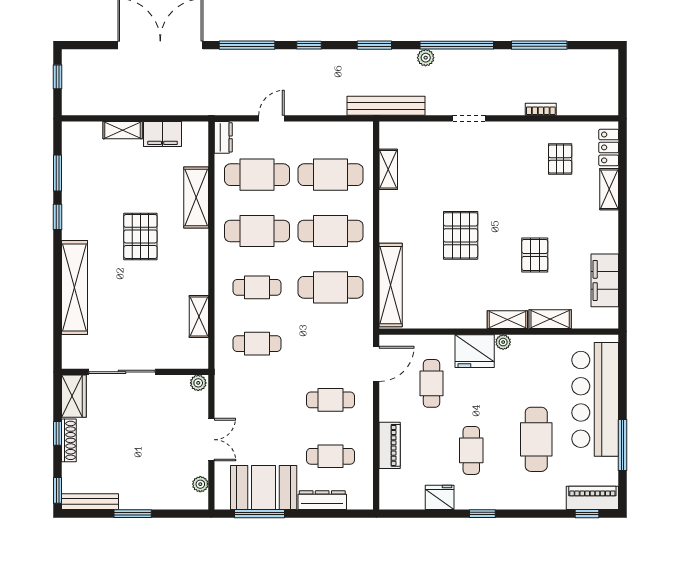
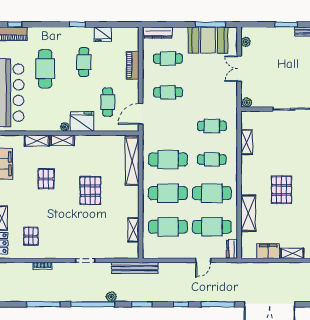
dresser: (322, 500) -> (158, 32), moved

